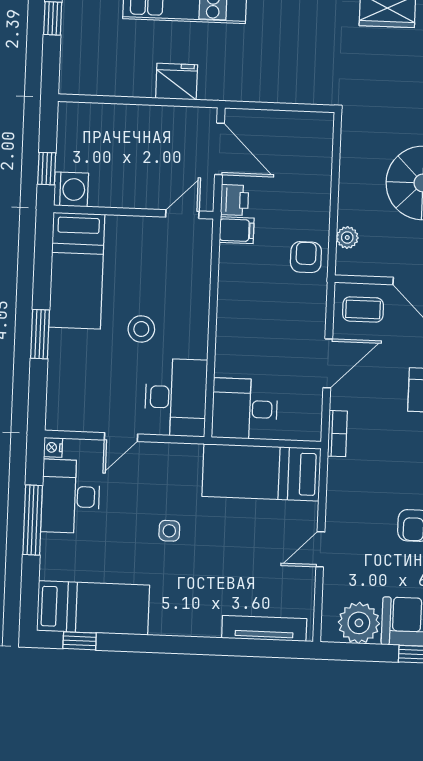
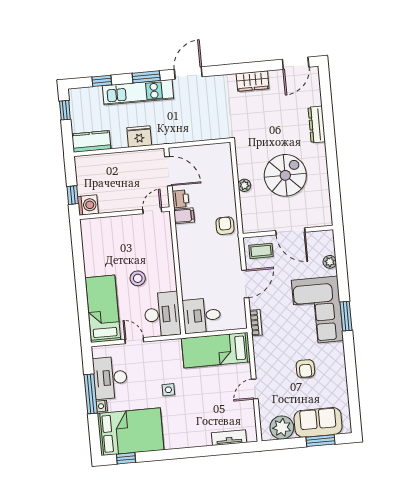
kitchen counter: (92, 79) -> (91, 141), added
plant: (347, 237) -> (244, 185), moved
bed: (77, 271) -> (103, 309), moved, turned 180
window: (40, 334) -> (81, 289), removed
door: (121, 437) -> (134, 341), swing flipped
nightstand: (53, 447) -> (102, 406), moved
bed: (93, 608) -> (131, 432), width x1.50
tv unit: (264, 628) -> (229, 438), width x0.71

